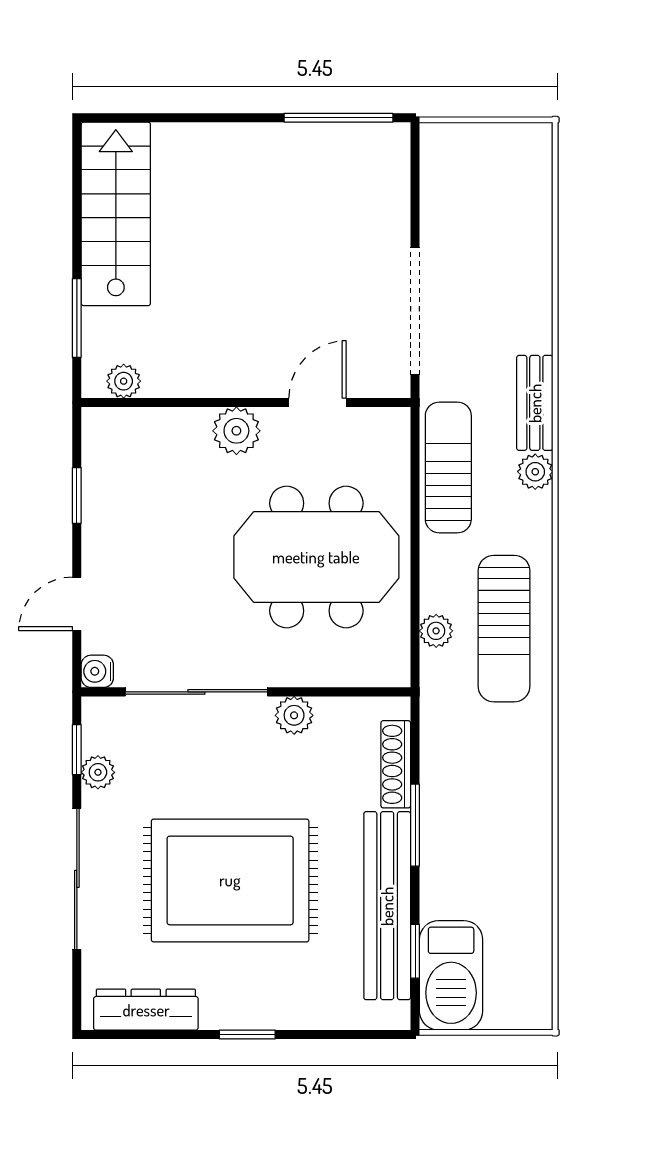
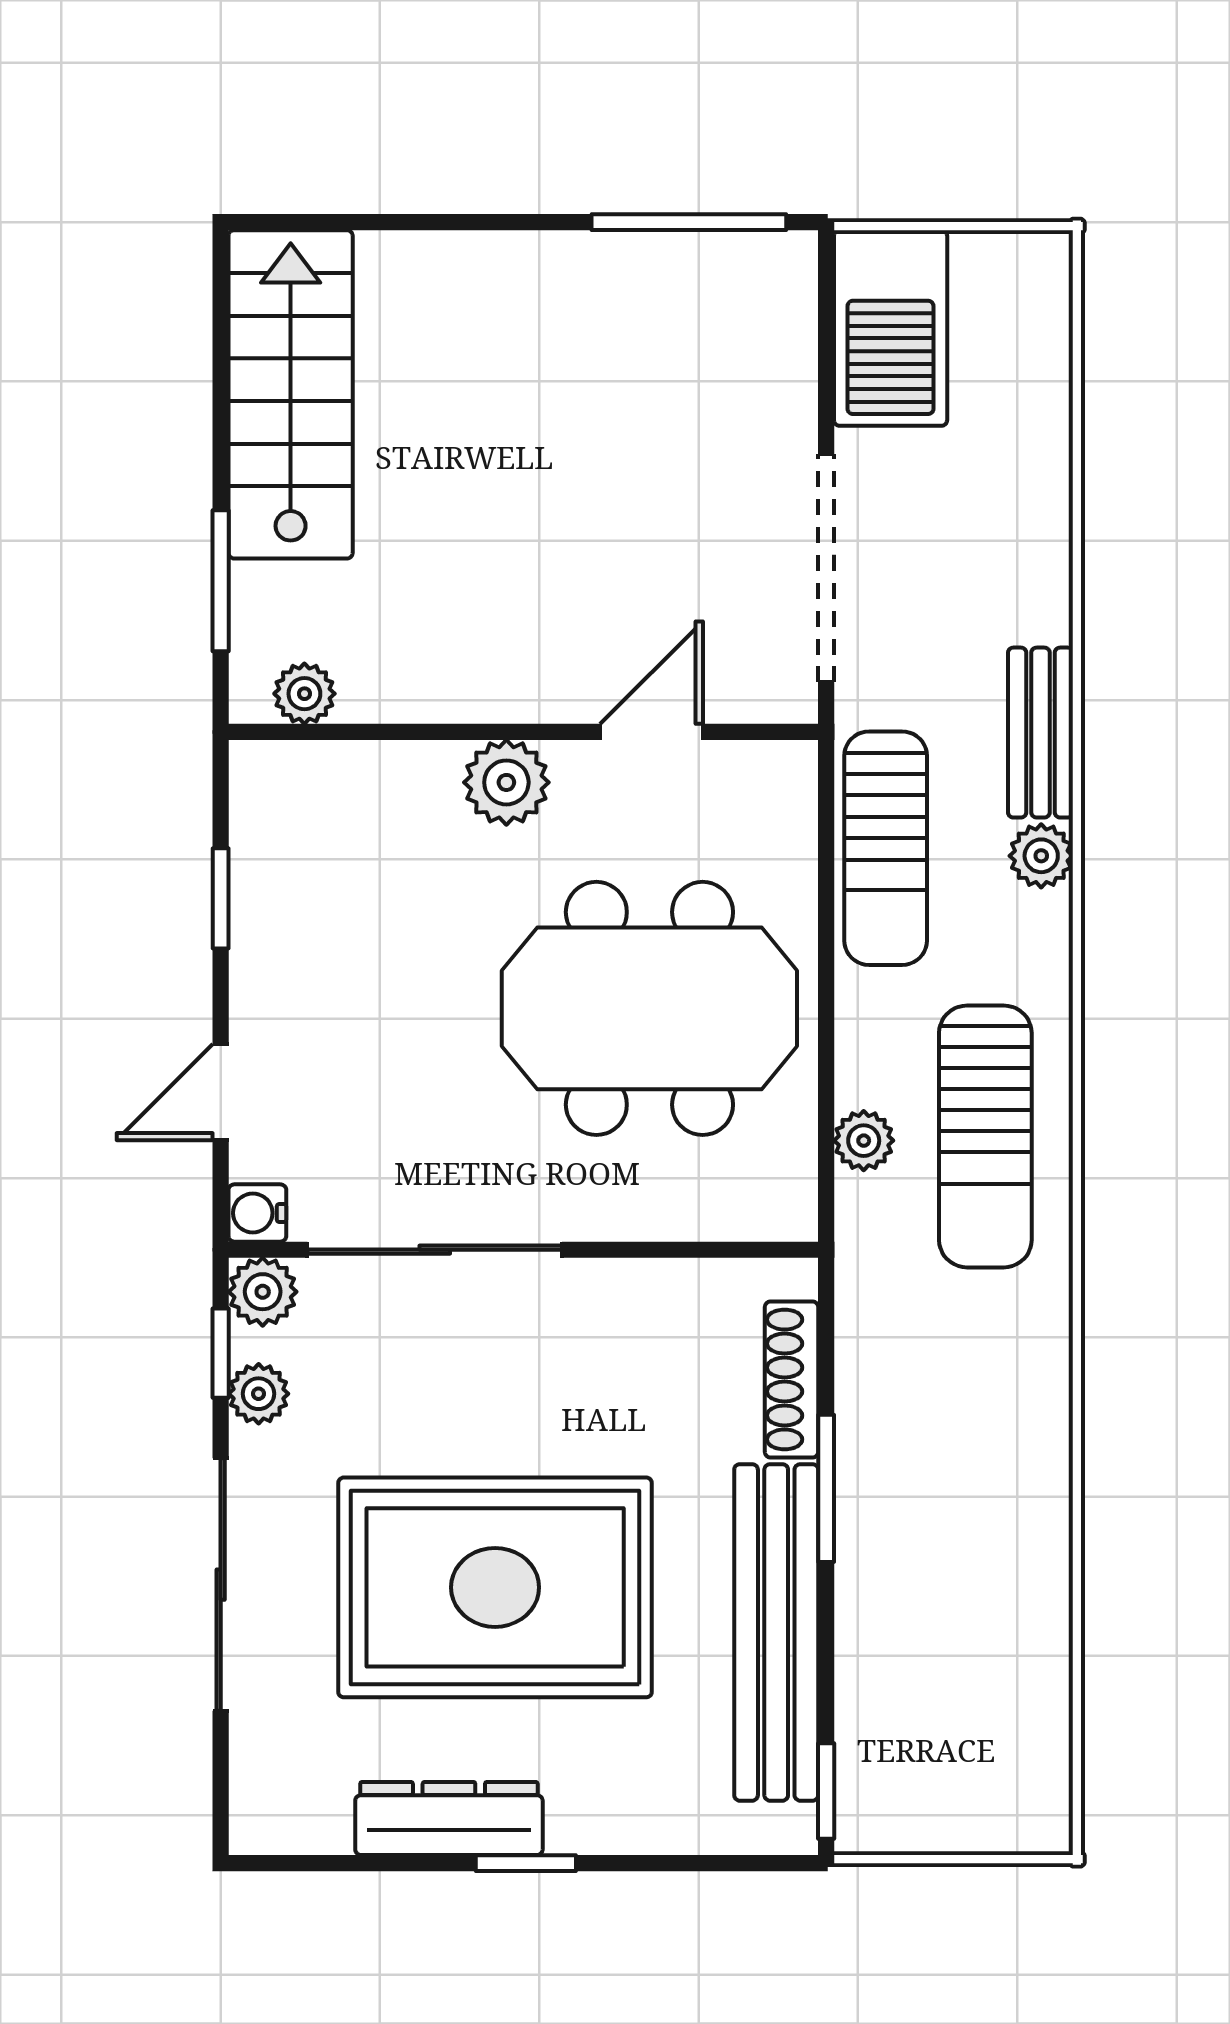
sun lounger: (448, 467) -> (886, 848), turned 180
plant: (294, 715) -> (263, 1292), moved
window: (415, 951) -> (826, 1791), moved
barbecue: (451, 975) -> (891, 328), moved
dresser: (146, 1010) -> (449, 1818), moved

